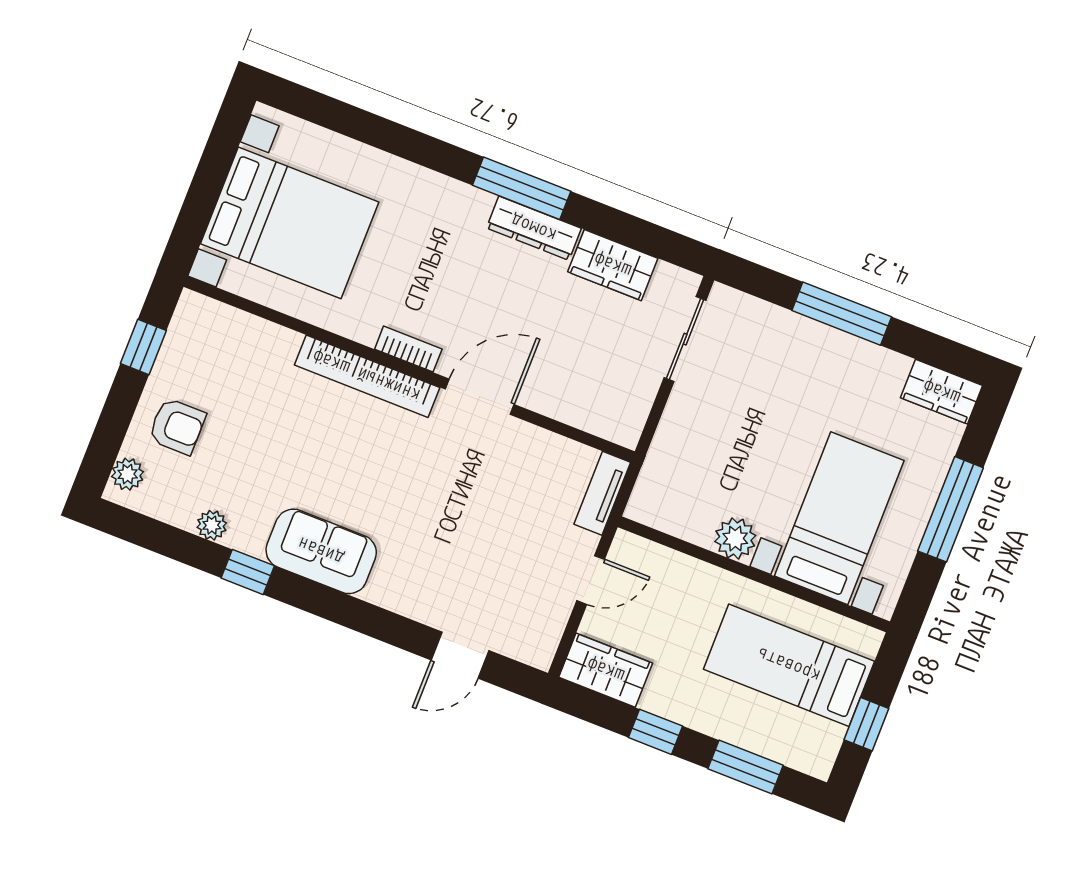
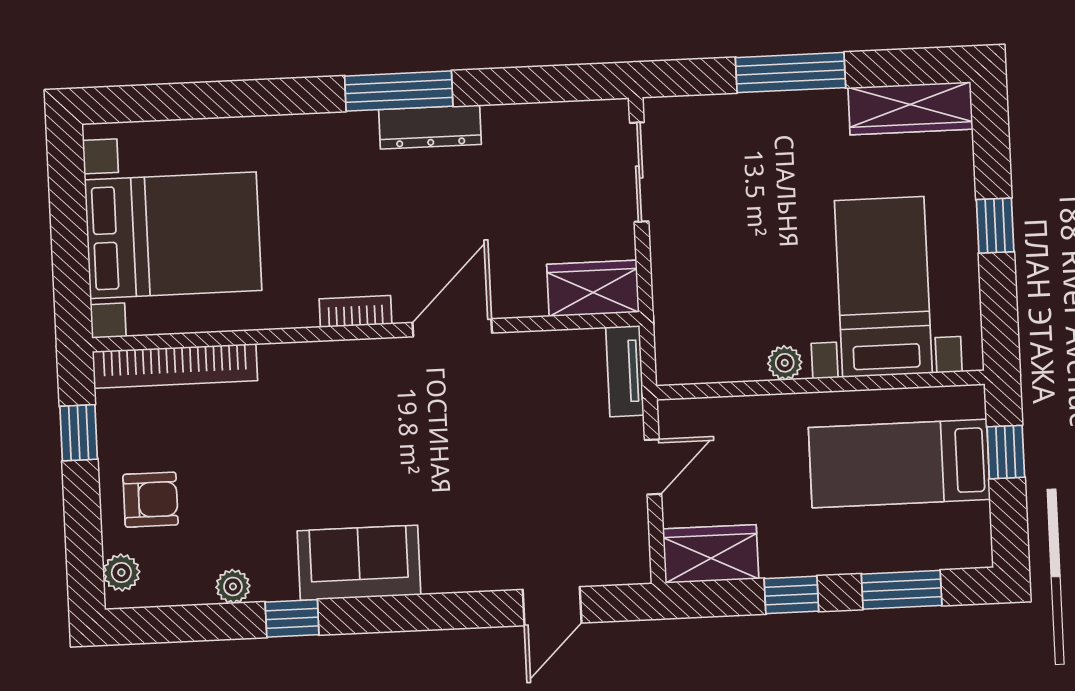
wardrobe: (613, 265) -> (593, 288), moved, turned 180
bookcase: (367, 376) -> (175, 366), moved
wardrobe: (942, 392) -> (910, 108), width x1.50
window: (951, 509) -> (995, 226), width x0.46
plant: (735, 539) -> (785, 363), width x0.73, depth x0.73
window: (866, 724) -> (1006, 452), moved

